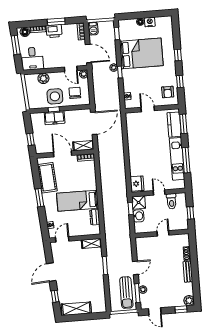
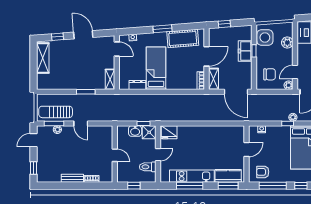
window: (180, 82) -> (273, 186), width x2.17
side table: (55, 96) -> (265, 38), moved
plant: (189, 301) -> (42, 177), removed

